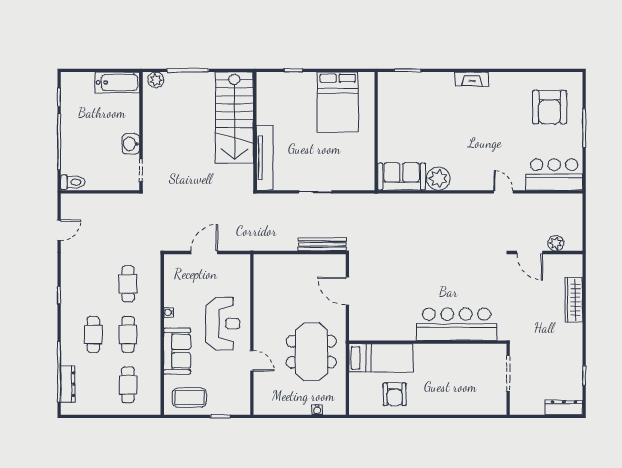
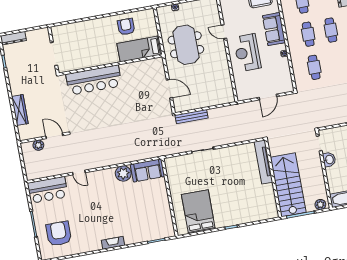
stairs: (234, 118) -> (288, 185), moved
wall: (255, 131) -> (273, 178), moved
tv unit: (265, 158) -> (264, 162), moved

